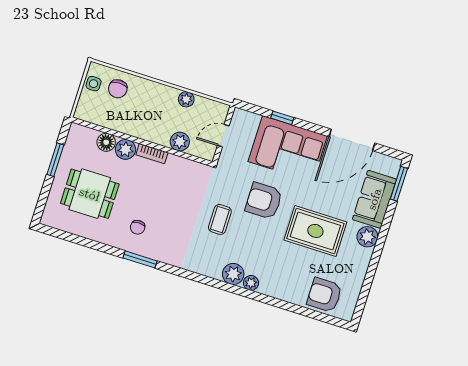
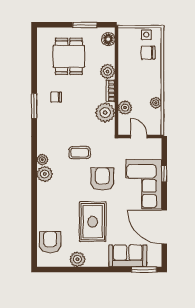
floor lamp: (106, 142) -> (108, 39), moved
plant: (178, 170) -> (105, 113), added
plant: (367, 237) -> (77, 259), moved
plant: (251, 283) -> (42, 160), moved

